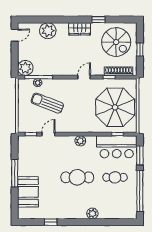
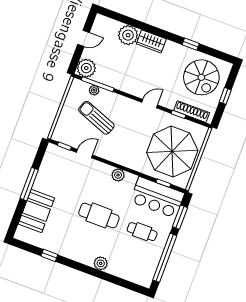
wardrobe: (80, 29) -> (151, 41), moved
door: (15, 35) -> (84, 38), moved

